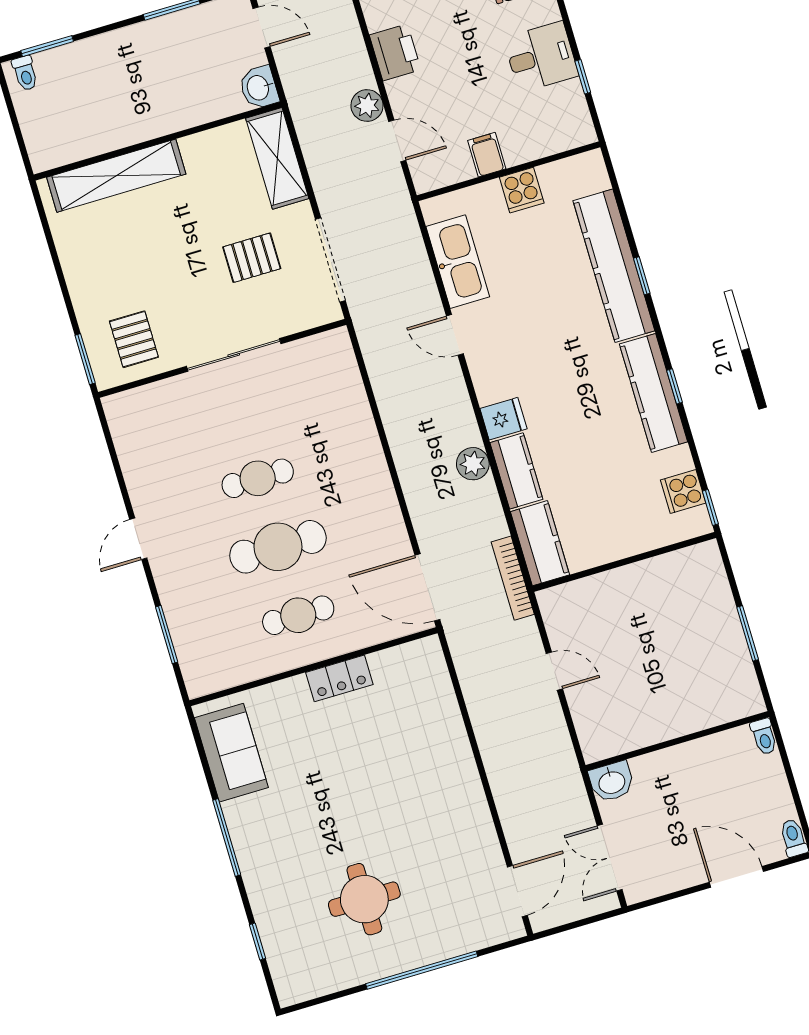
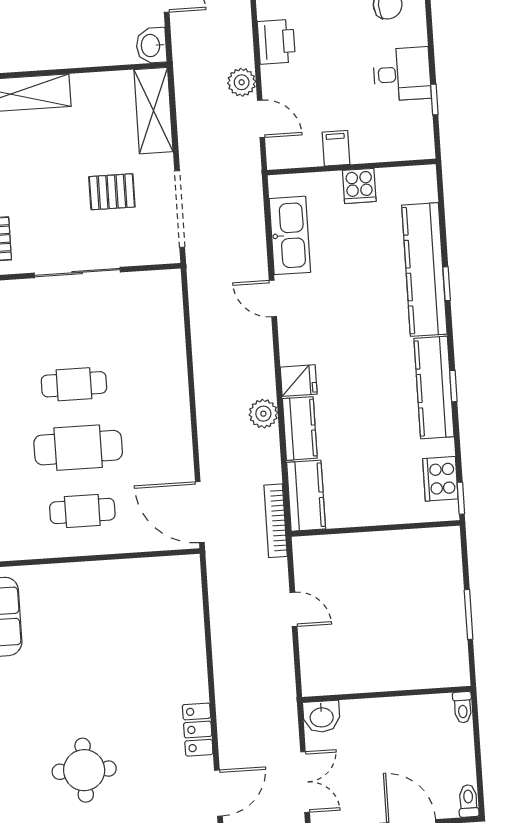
cooker: (683, 491) -> (440, 479), width x1.36
locker: (339, 678) -> (198, 730), moved, turned 90
double door: (610, 858) -> (305, 782), swing flipped

